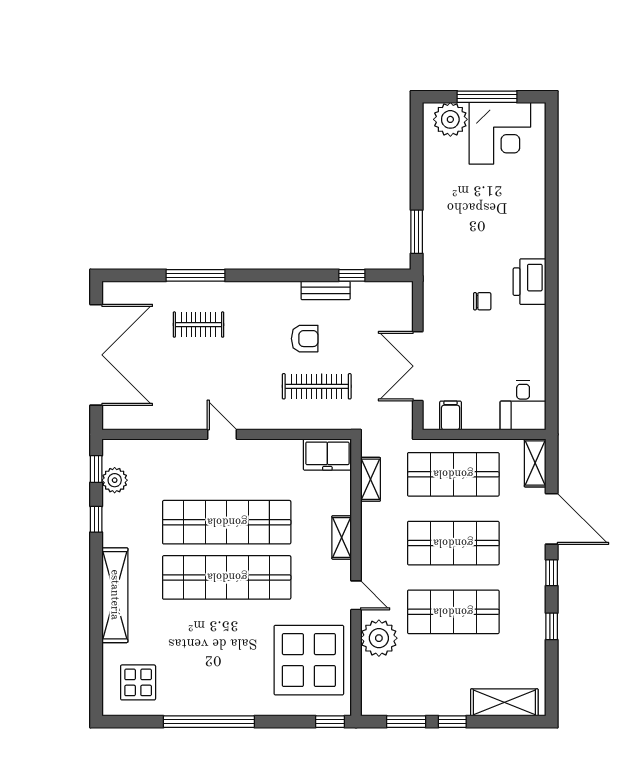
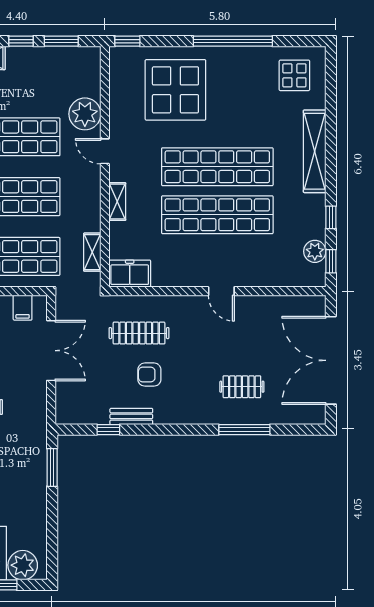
display table: (309, 660) -> (175, 90), moved

